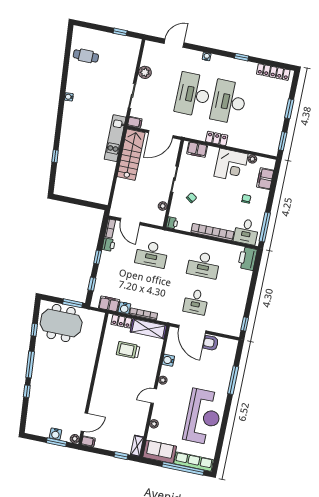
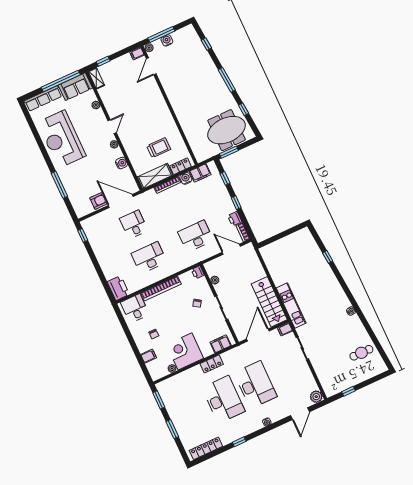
plant: (145, 72) -> (316, 397), moved
filing cabinet: (265, 179) -> (149, 356), width x0.50
window: (265, 227) -> (123, 323), removed
window: (27, 391) -> (206, 44), moved
window: (57, 442) -> (161, 35), width x1.44
window: (183, 468) -> (61, 81), moved

